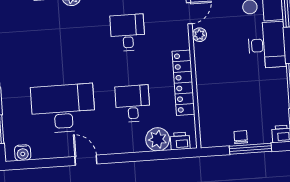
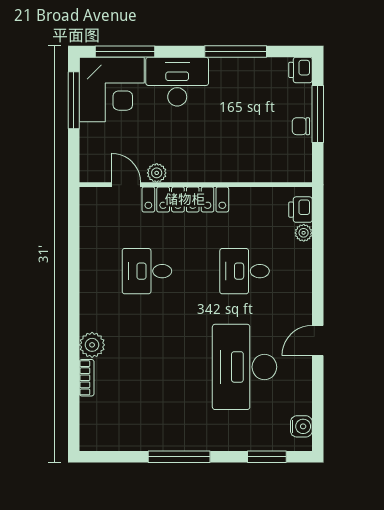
locker: (183, 83) -> (185, 199), moved
plant: (158, 139) -> (304, 233), width x0.53, depth x0.53

